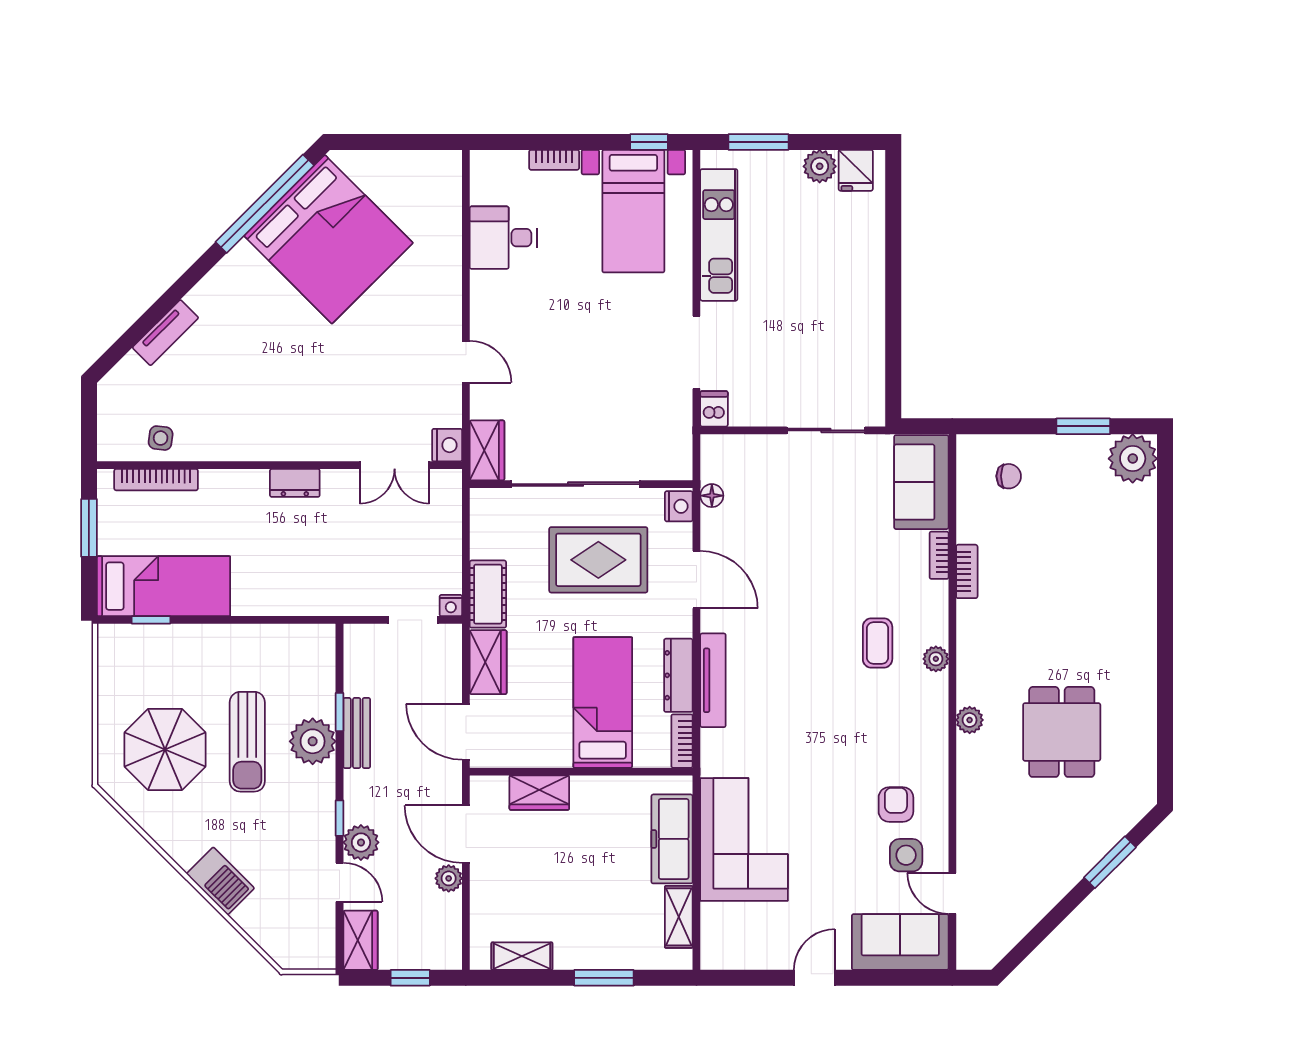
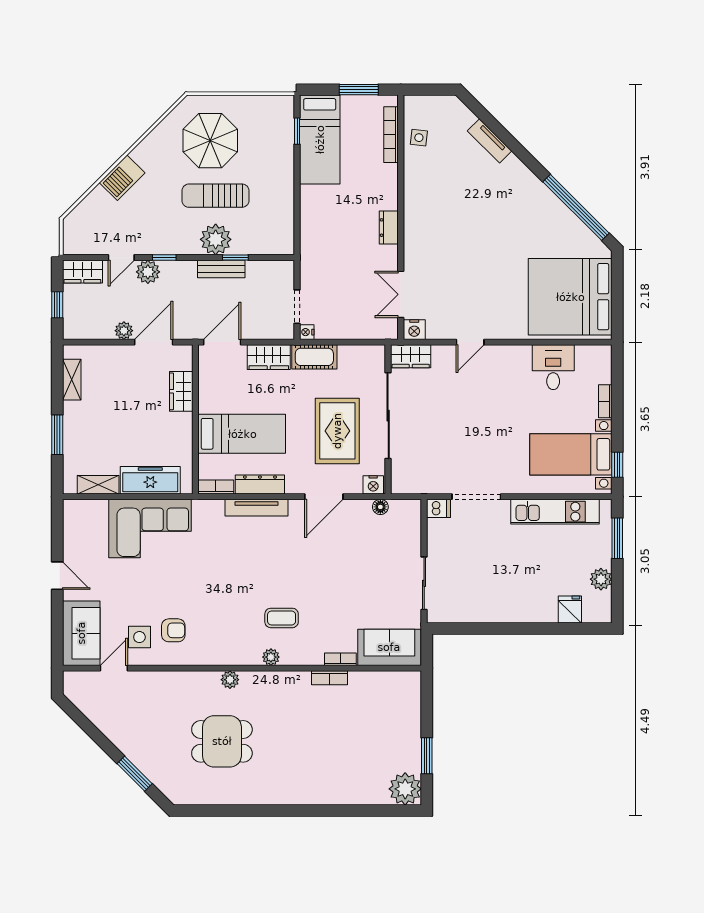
fridge: (856, 170) -> (570, 610), moved, turned 90
bed: (328, 239) -> (570, 297), moved, turned 45
chair: (1009, 476) -> (393, 706), removed

